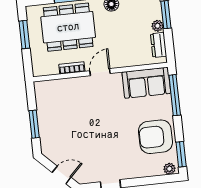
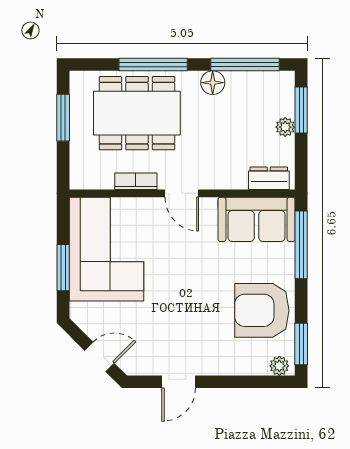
dresser: (159, 45) -> (269, 178), moved, turned 90
door: (100, 72) -> (182, 193), swing flipped
corner sofa: (59, 110) -> (106, 249), added

